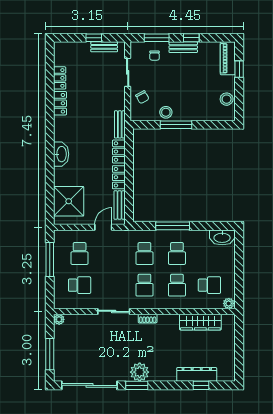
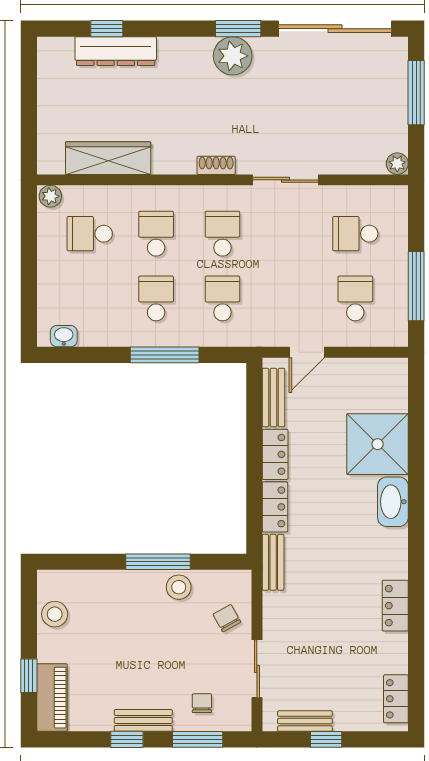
locker: (60, 78) -> (396, 699), moved
shower: (69, 201) -> (378, 444), moved
washbasin: (222, 237) -> (64, 336), width x0.52, depth x0.69

